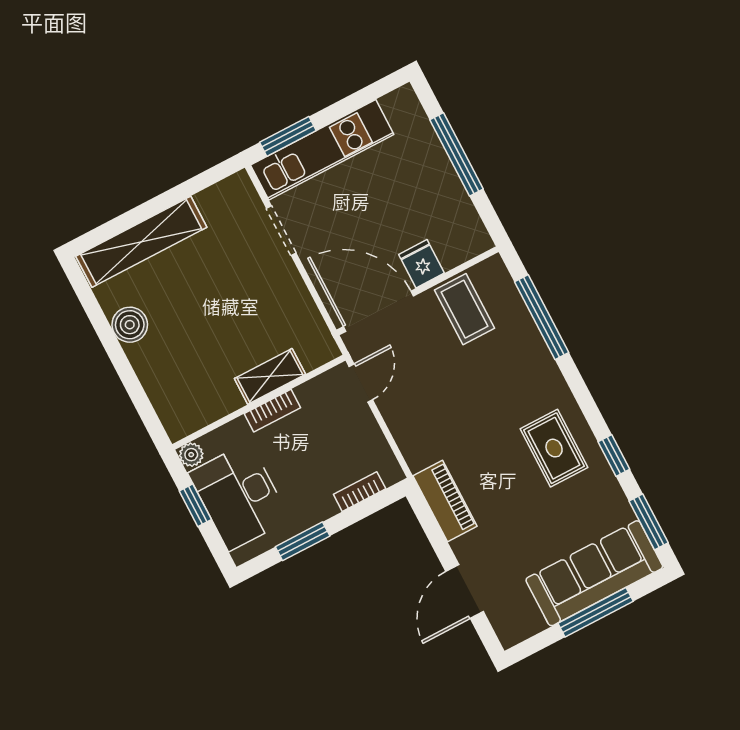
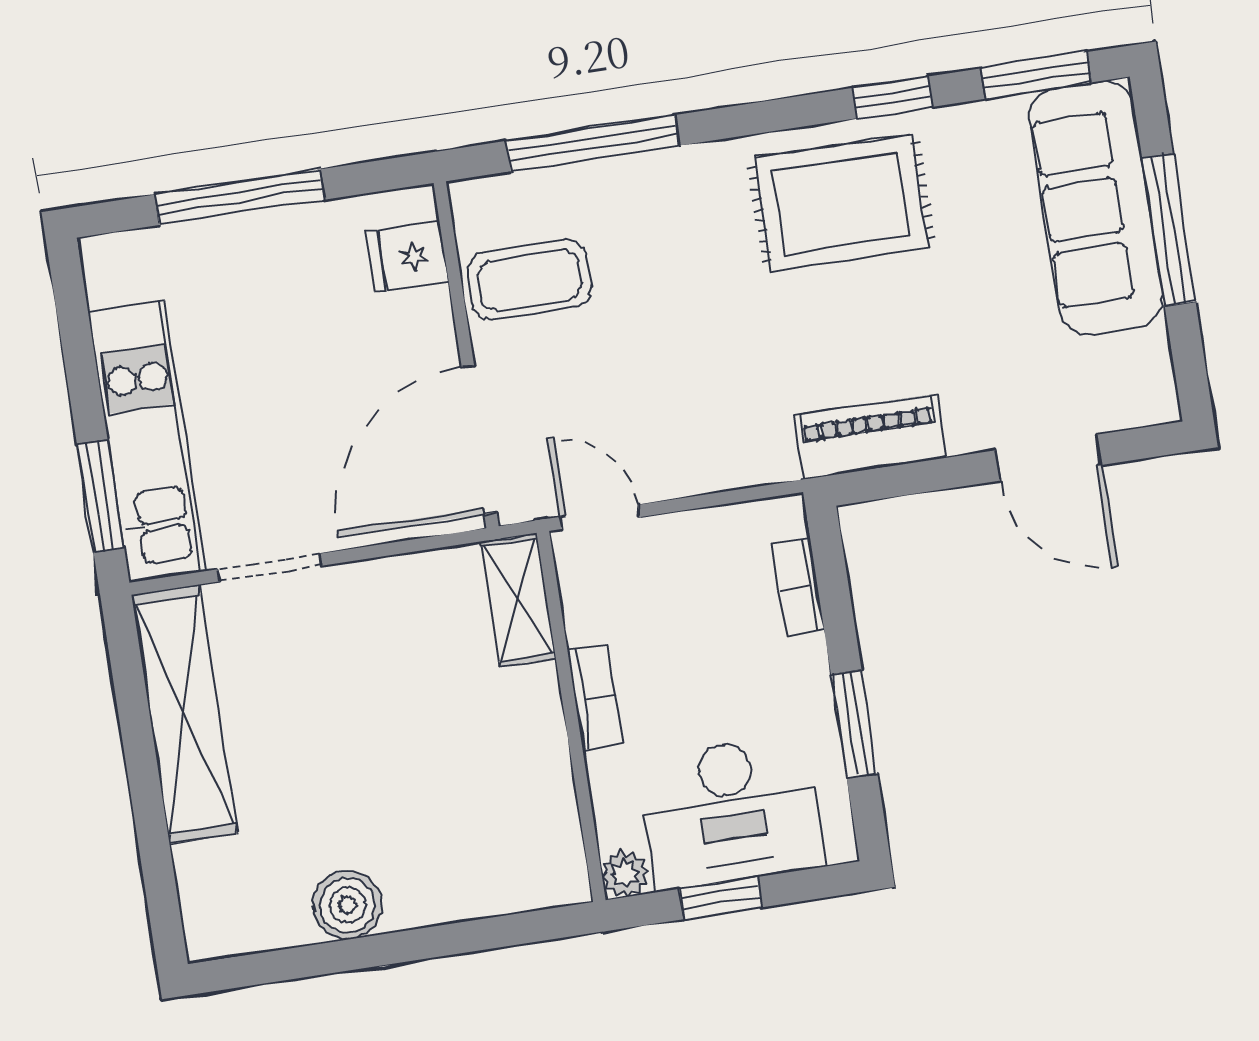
shelving: (141, 242) -> (184, 714), moved
fridge: (421, 264) -> (408, 257), moved
shelving: (270, 376) -> (518, 600), moved
rug: (554, 448) -> (841, 203), width x1.36, depth x1.43

